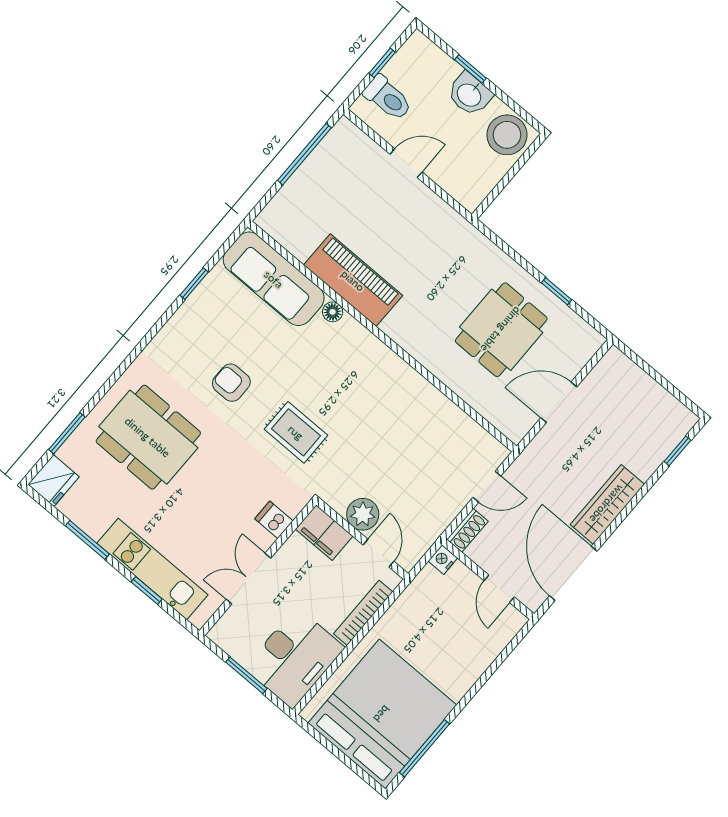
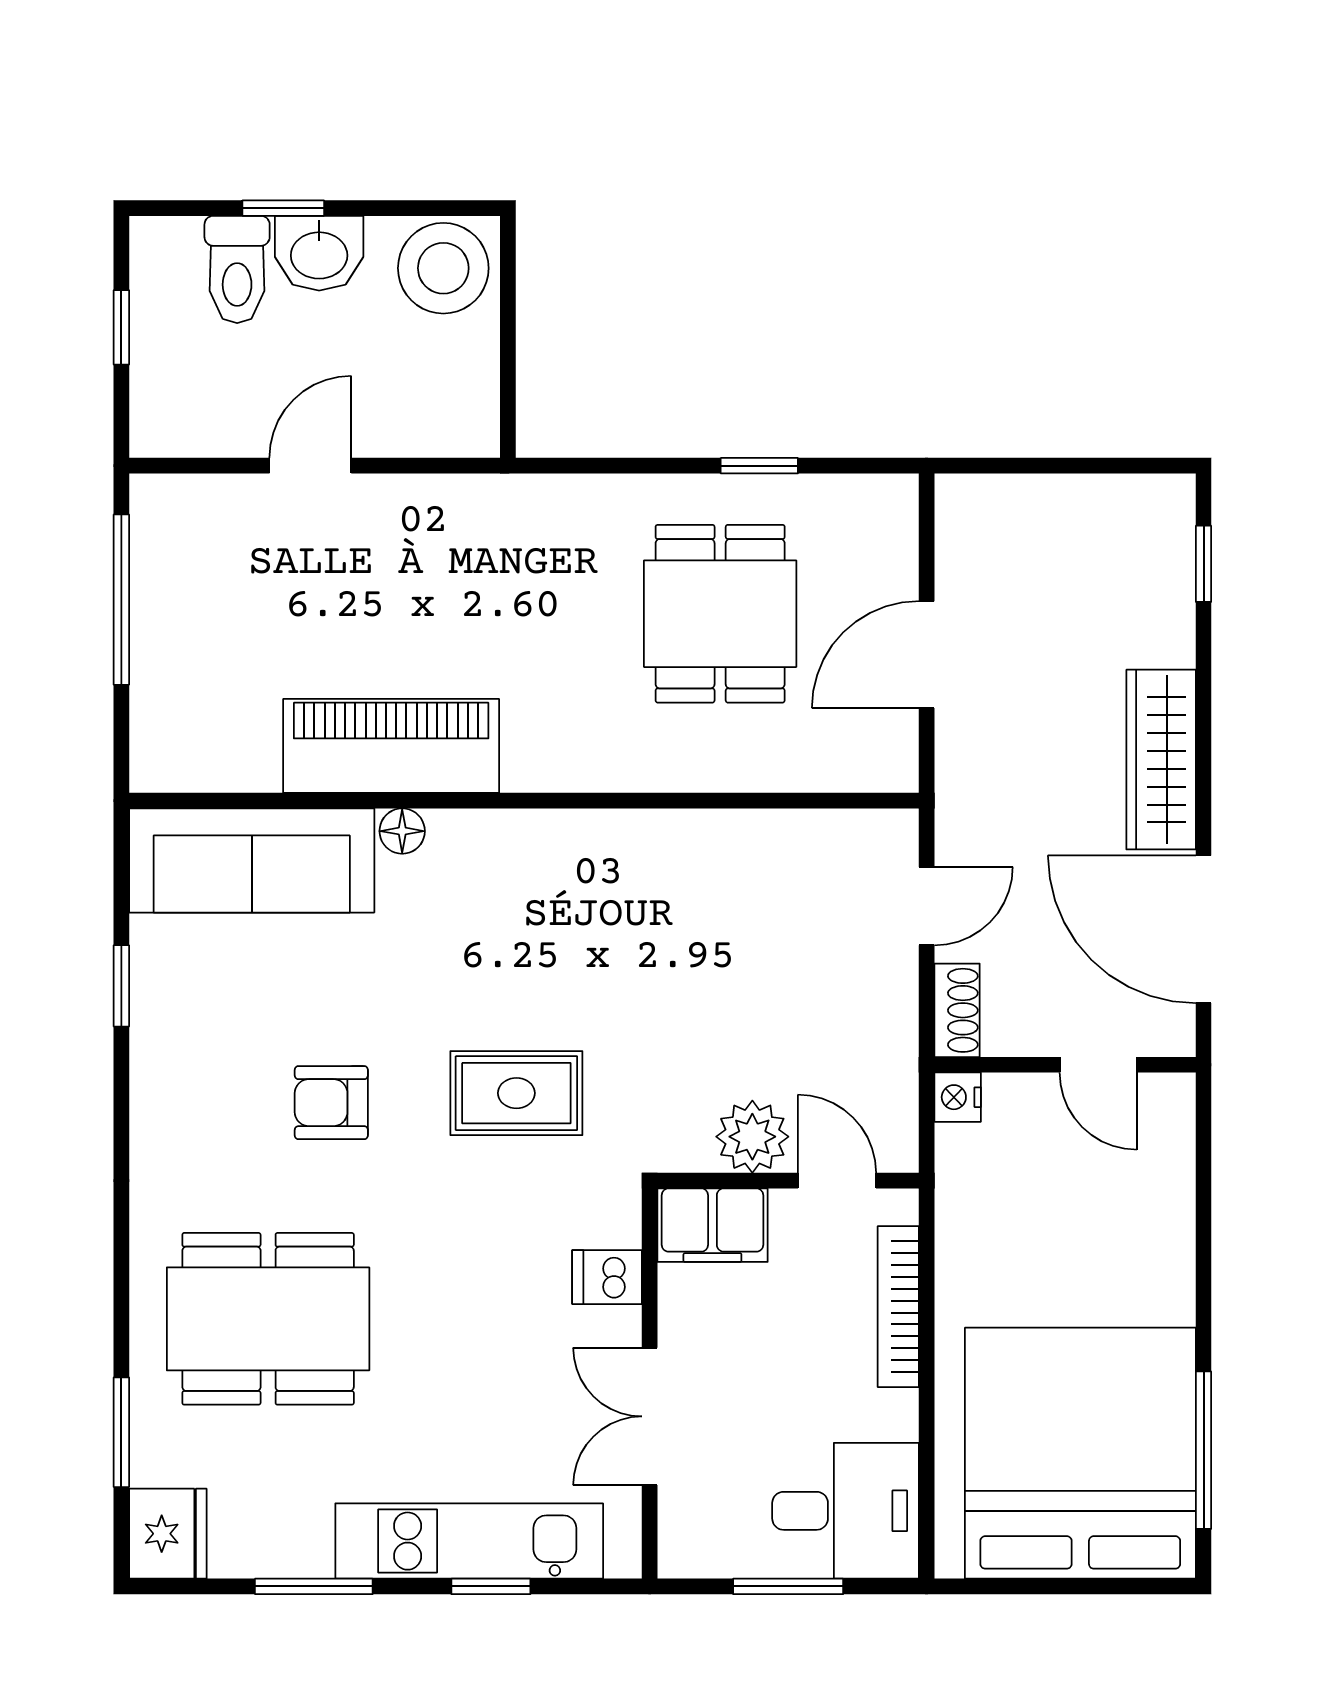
toilet: (388, 98) -> (237, 269), moved, turned 90
desk: (294, 658) -> (846, 1511), width x0.73

